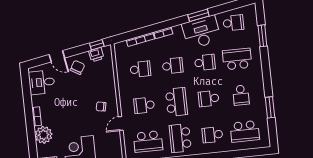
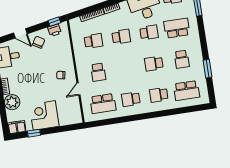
school desk: (176, 102) -> (126, 68), removed
school desk: (144, 105) -> (98, 72), turned -90
school desk: (180, 138) -> (131, 99), width x0.54

